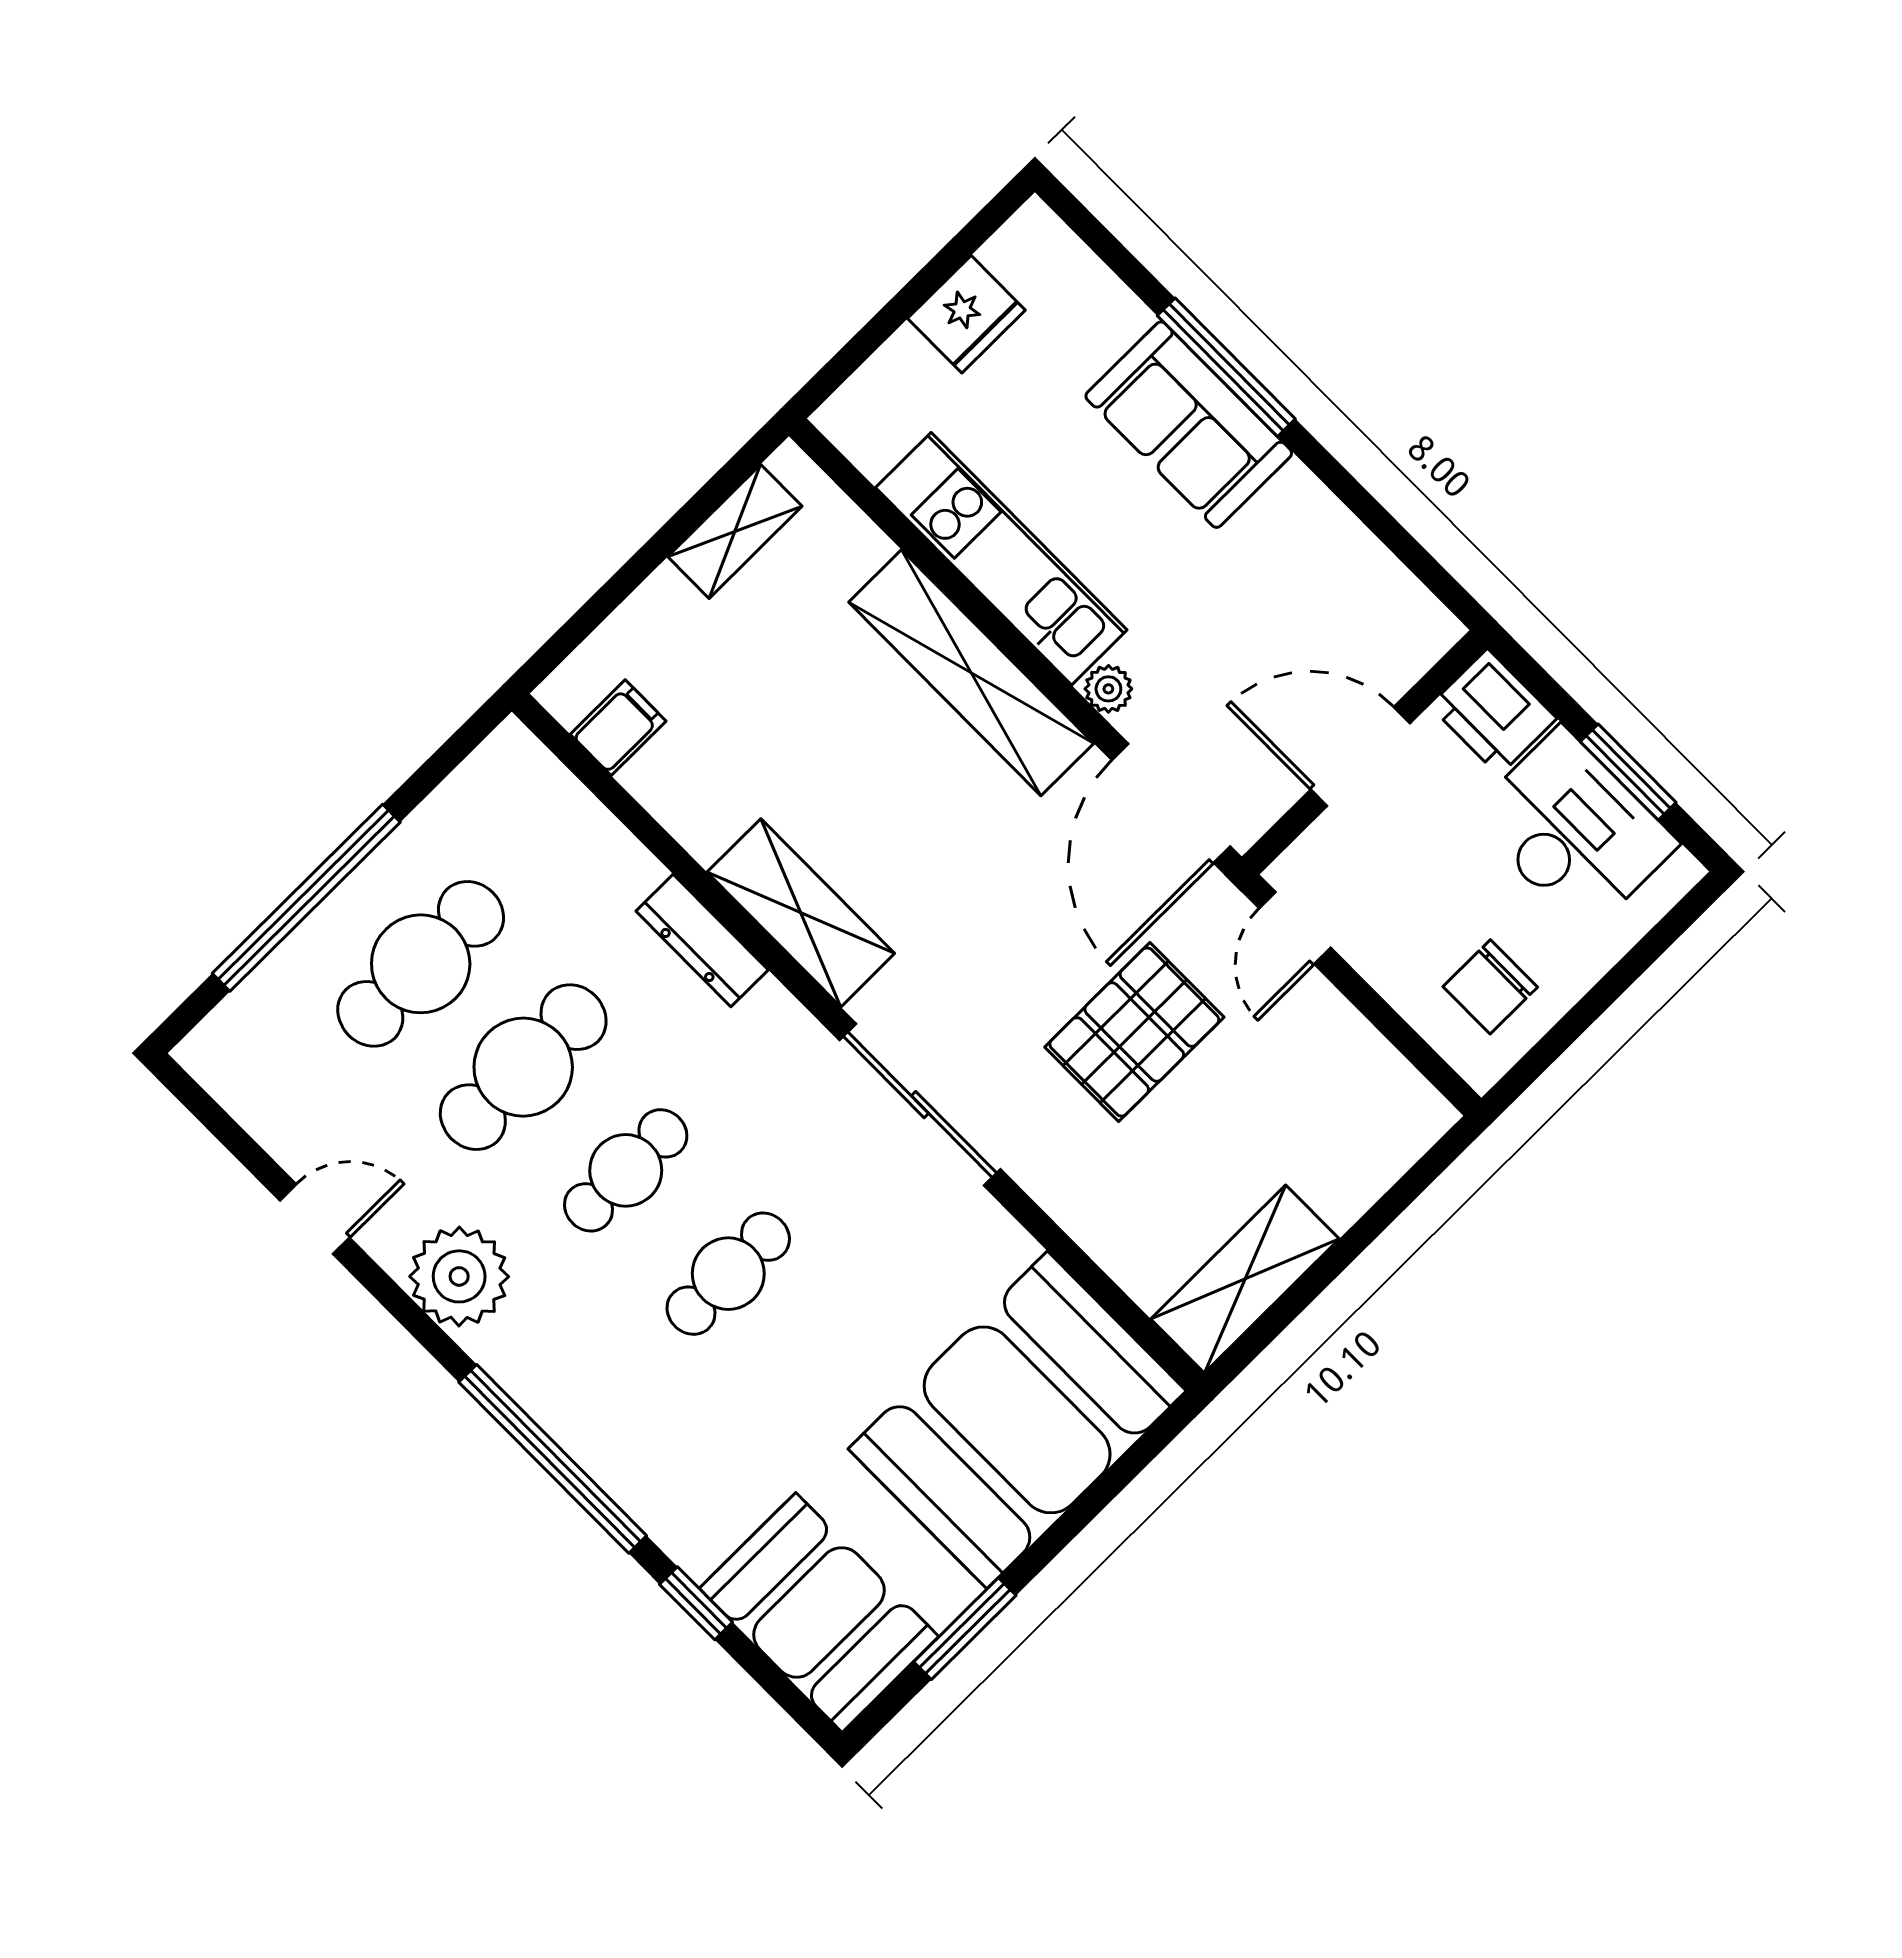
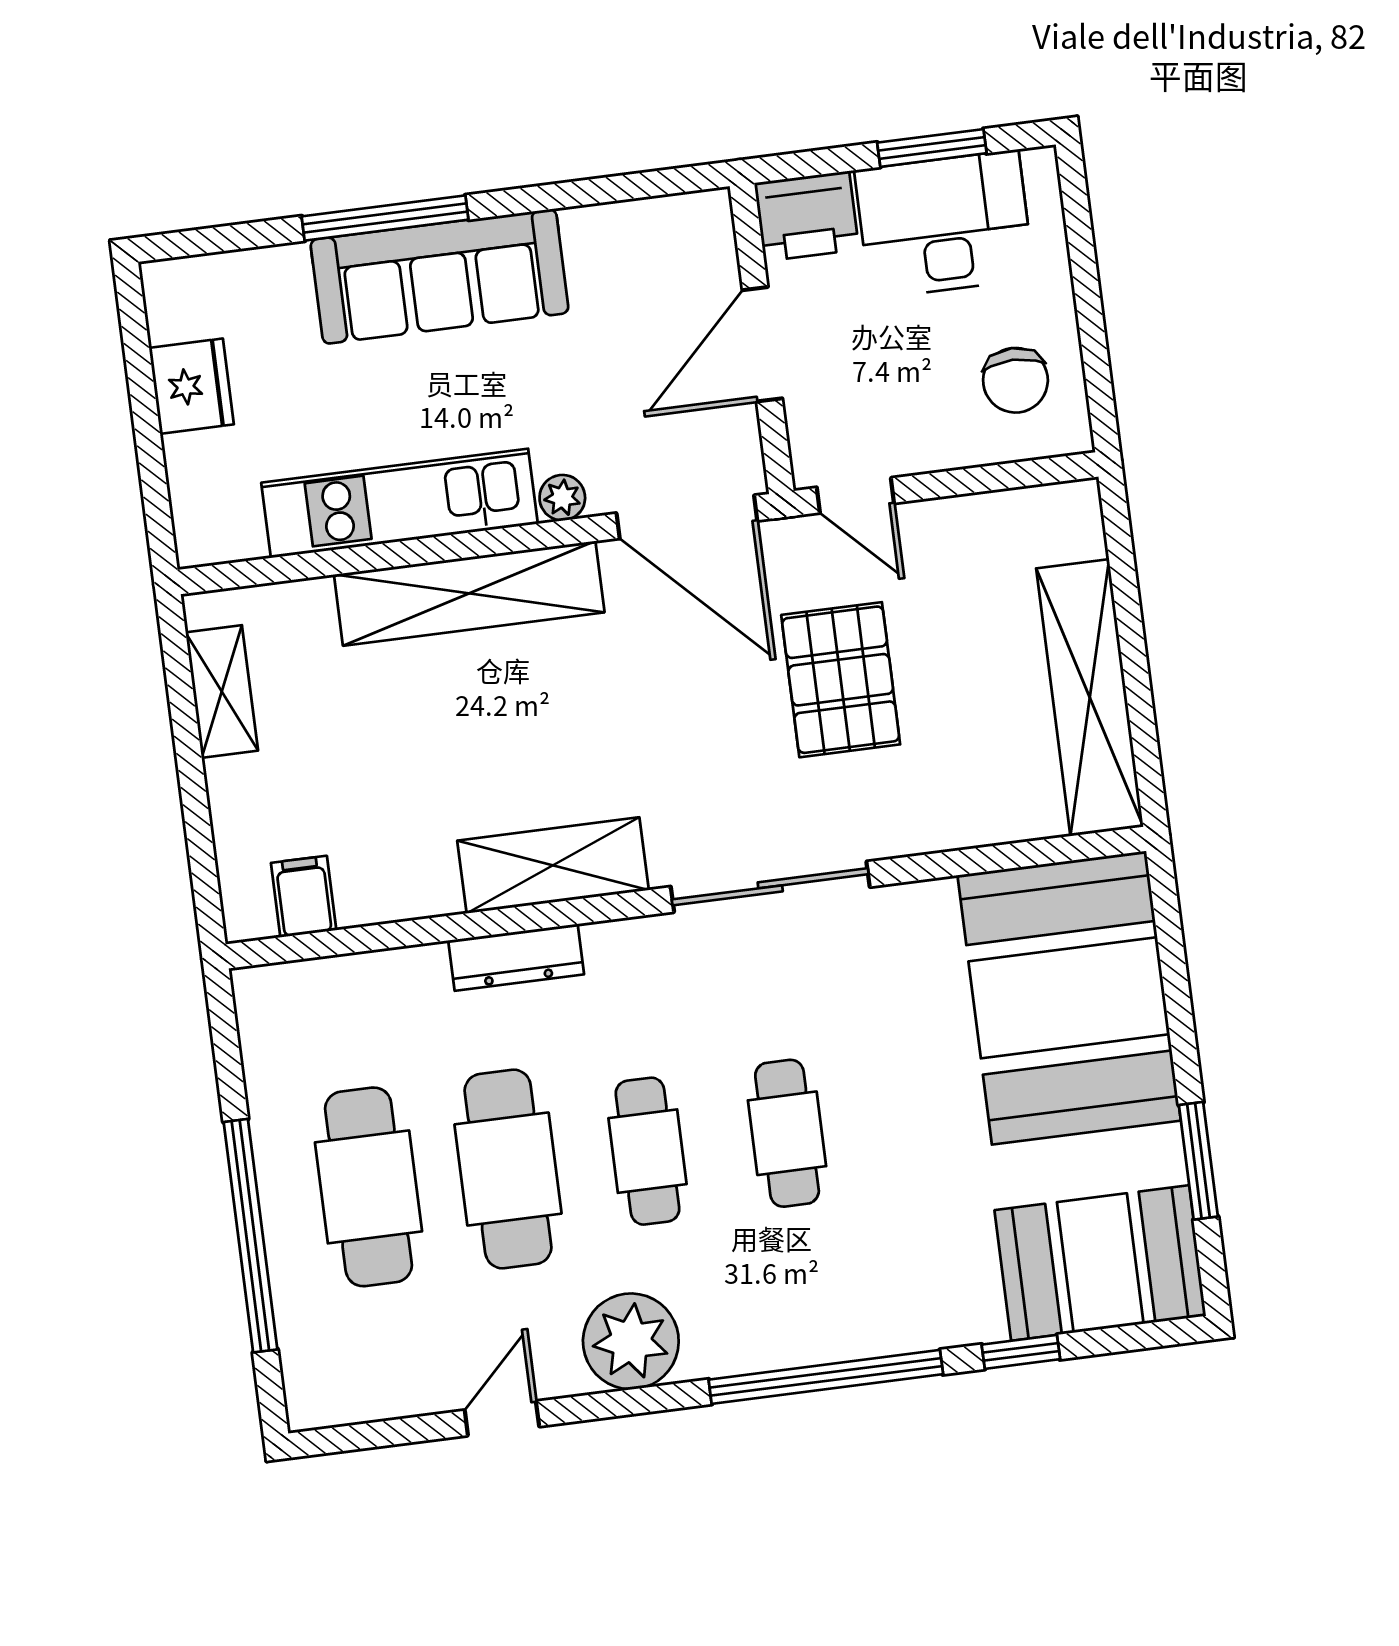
sofa: (1189, 425) -> (440, 276), width x1.36
shelving: (1245, 1279) -> (1090, 698), width x1.47

